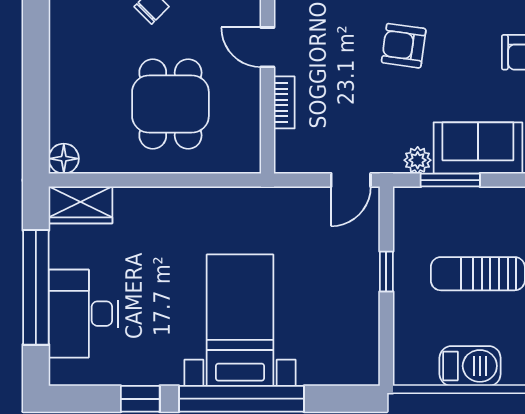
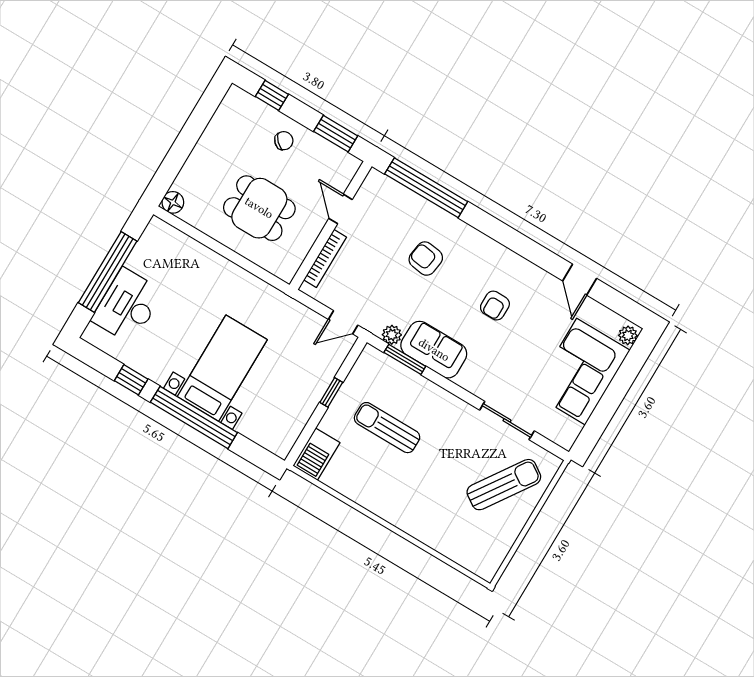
bookcase: (284, 102) -> (325, 259), width x1.56
dining table: (170, 104) -> (259, 208), turned 90
wardrobe: (81, 205) -> (166, 237), removed
barbecue: (470, 366) -> (316, 454), moved, turned 90

